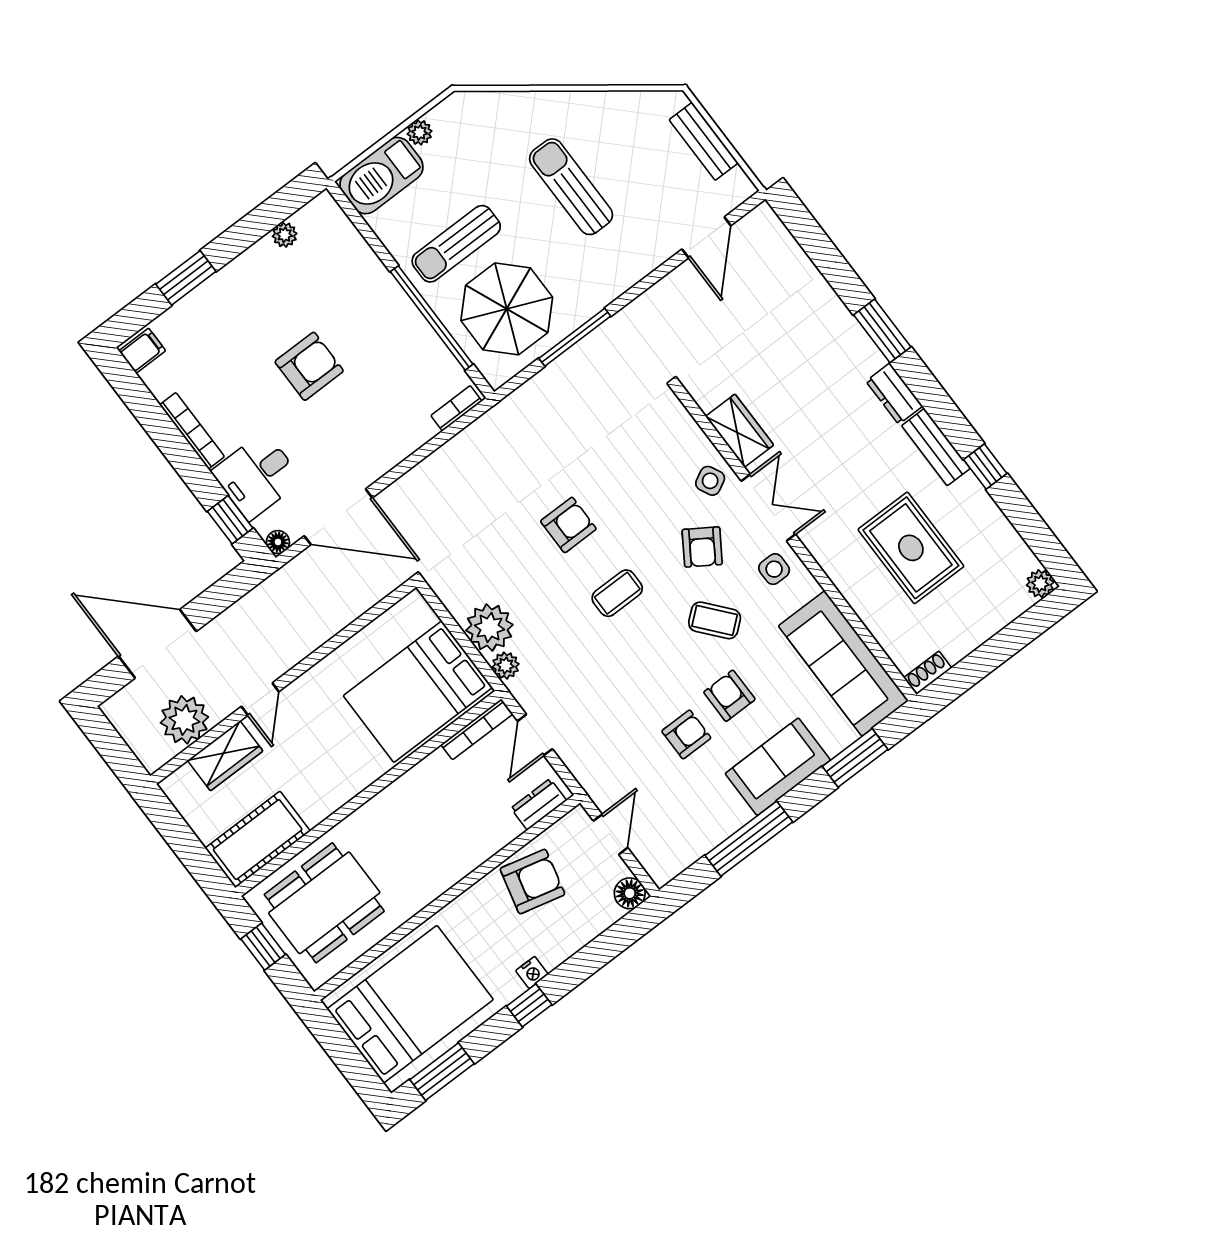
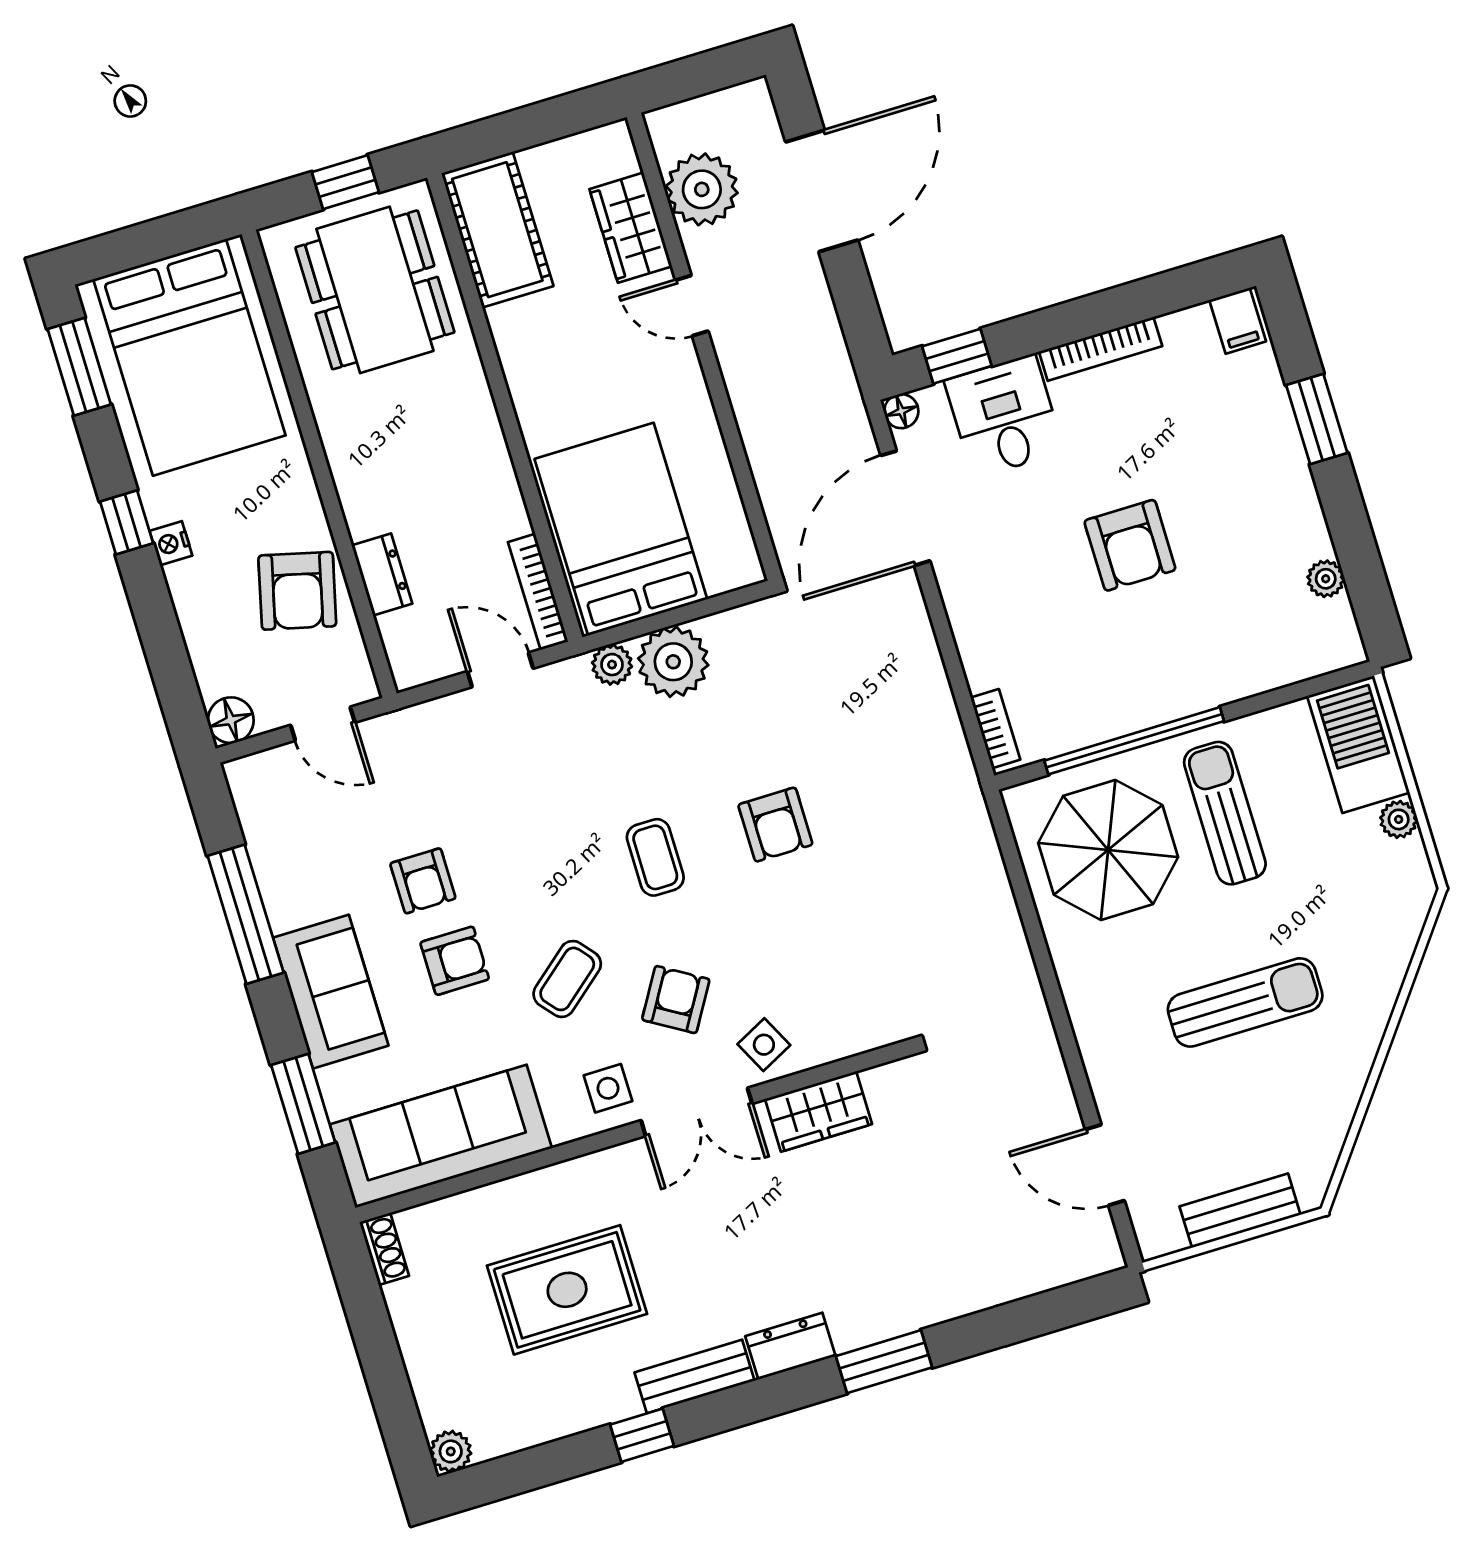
window: (575, 337) -> (1034, 930), removed
armchair: (702, 547) -> (676, 1000), turned 88
dresser: (539, 804) -> (382, 574), moved

